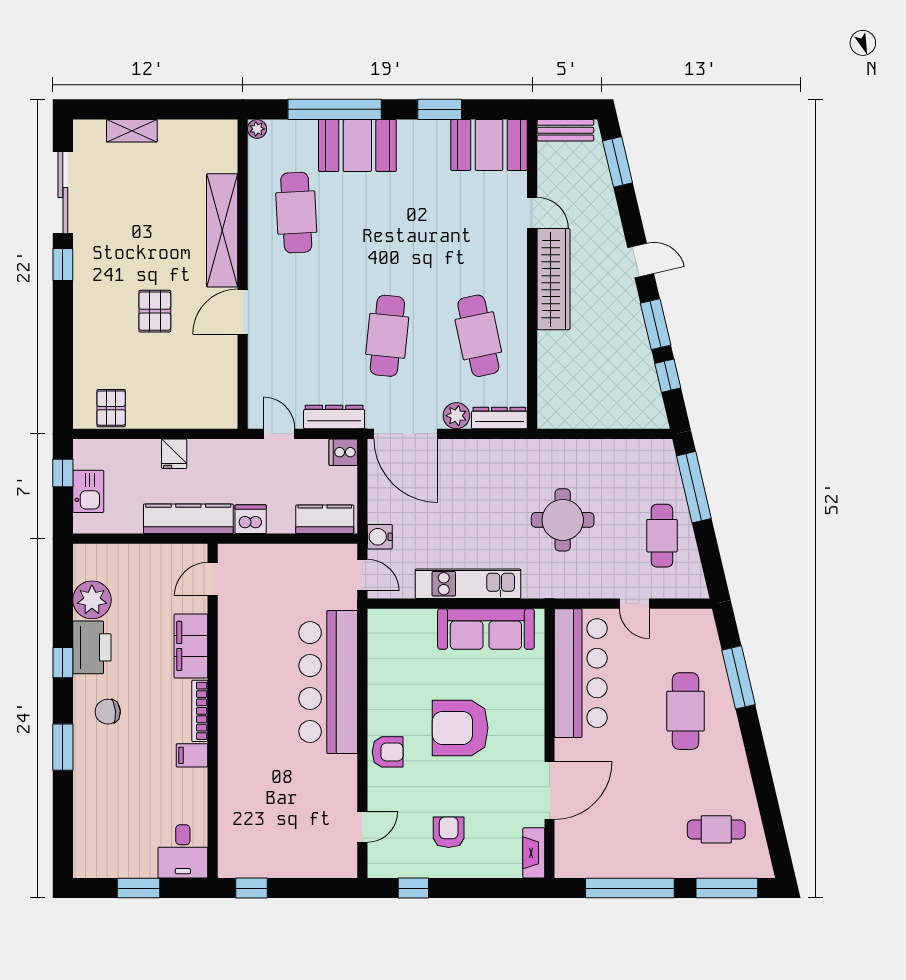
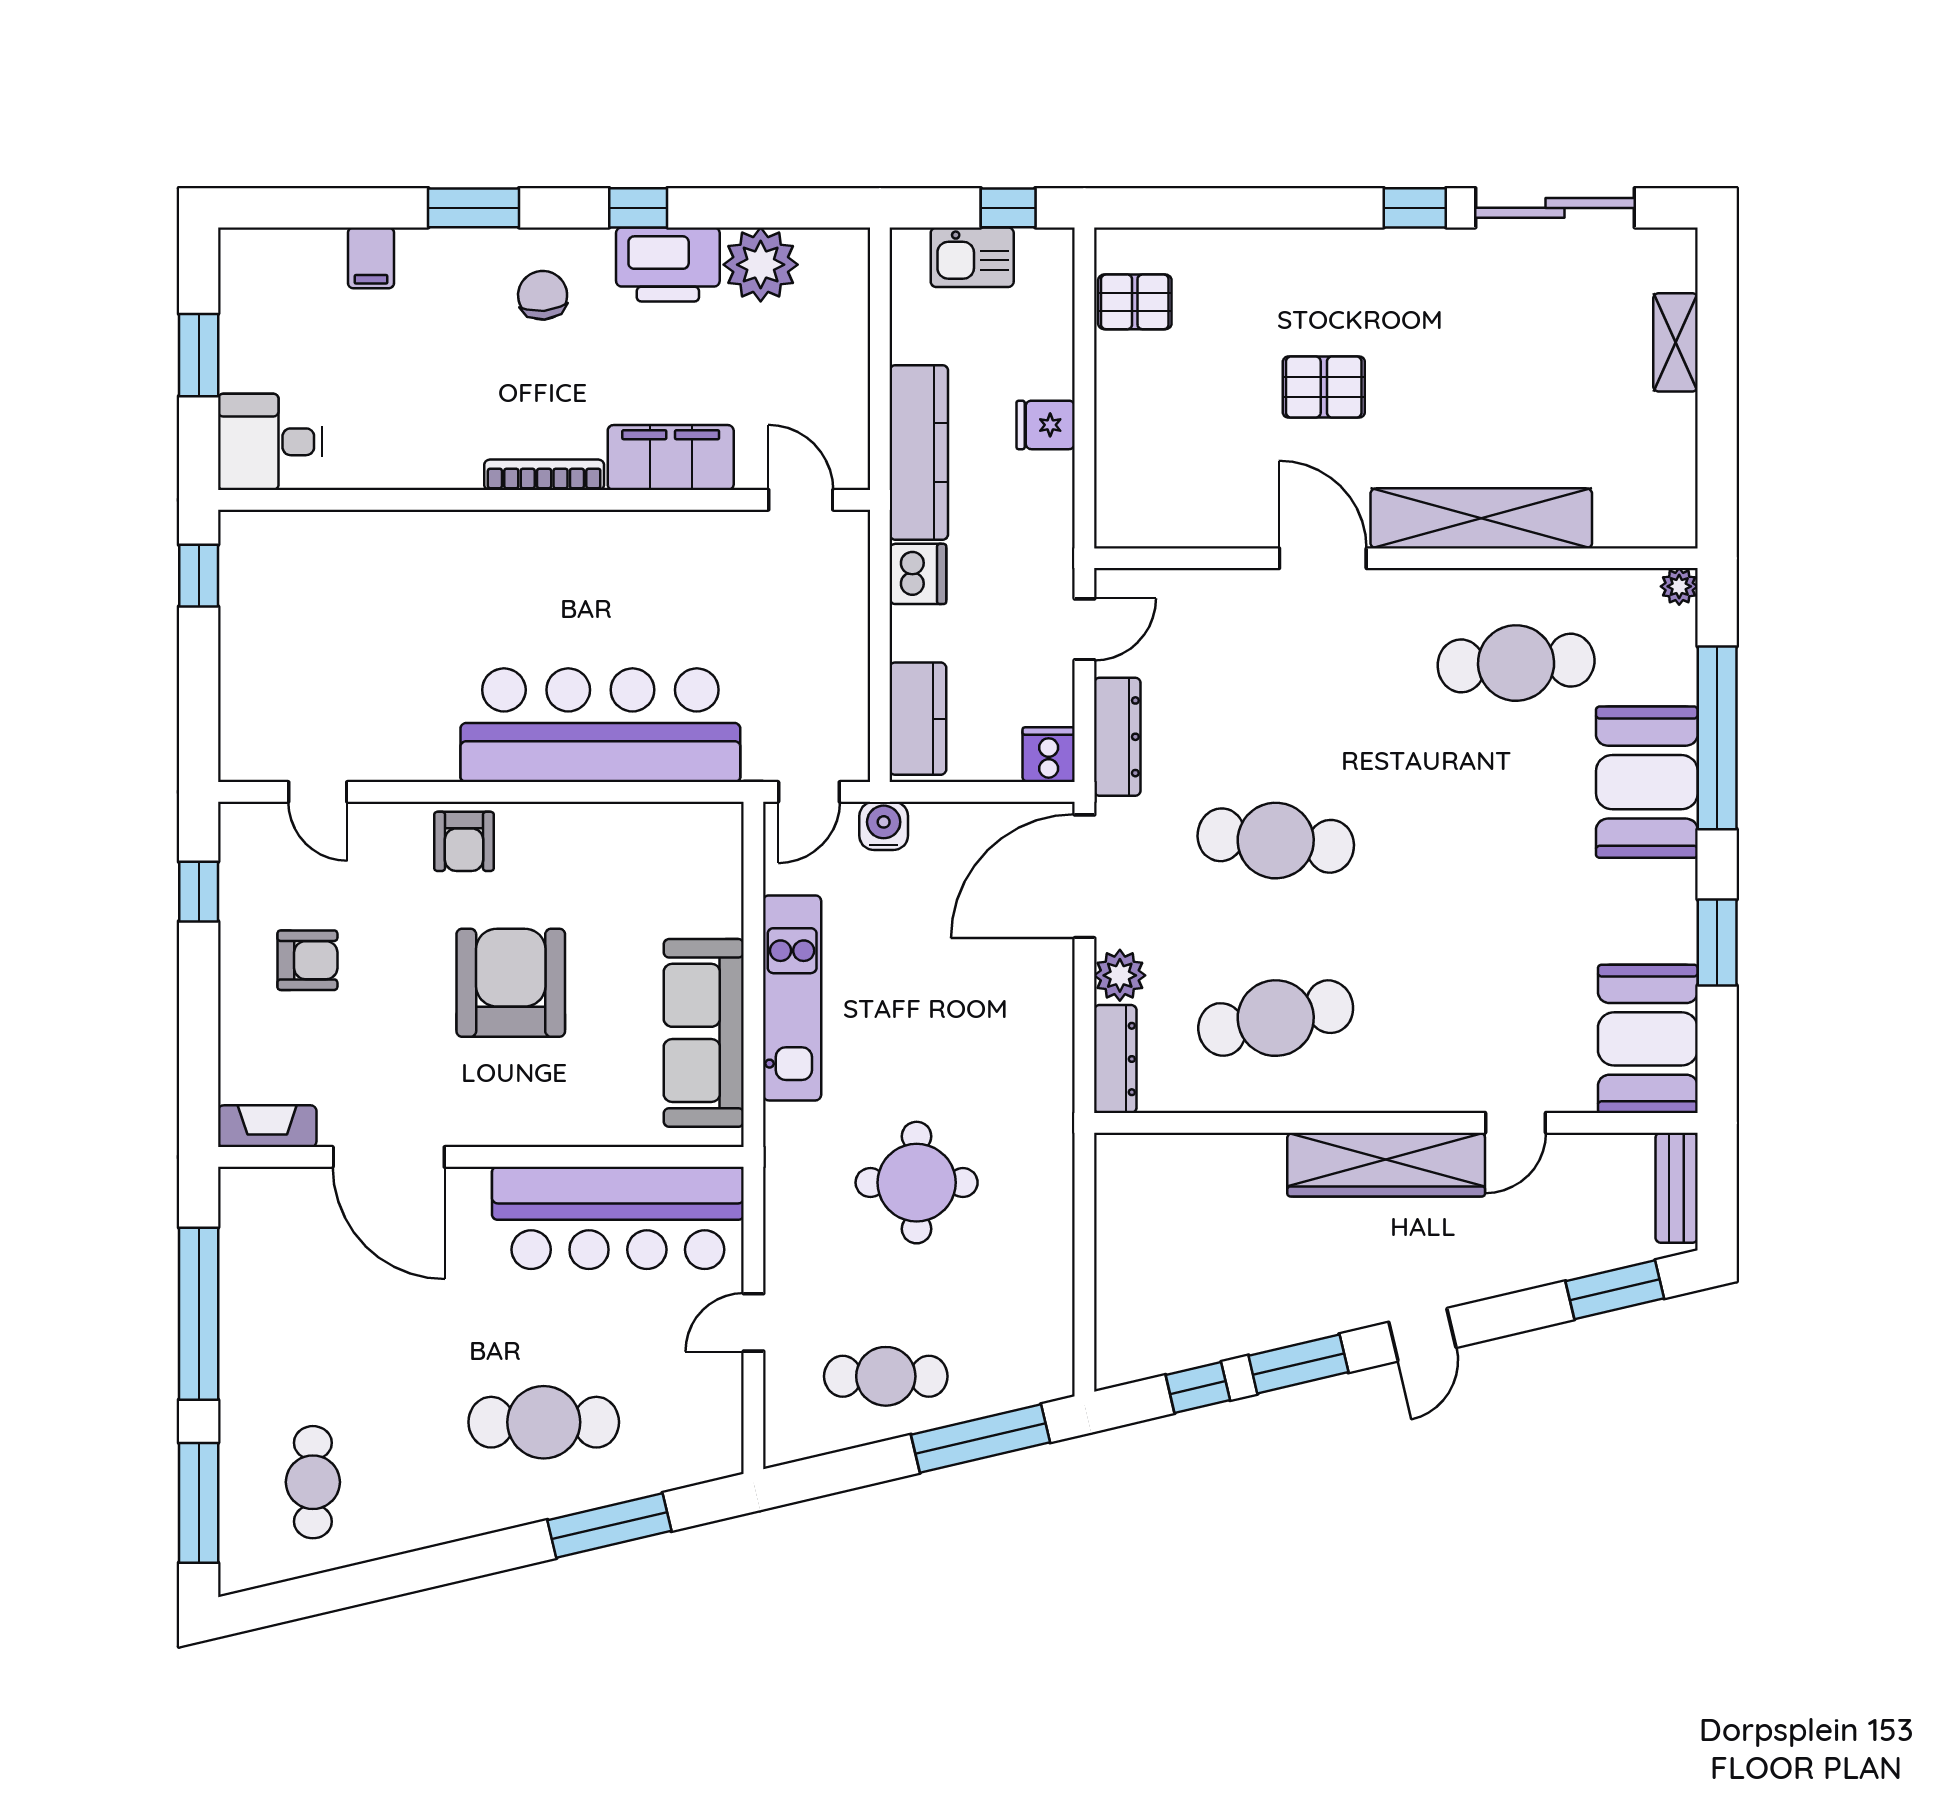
filing cabinet: (192, 755) -> (371, 258), moved, turned 180

